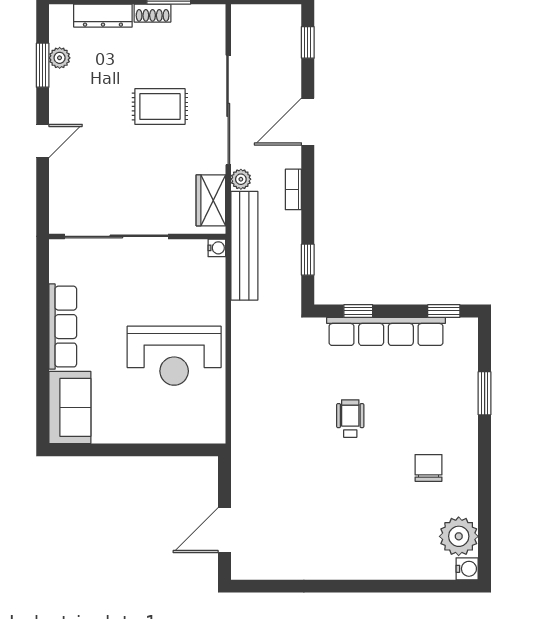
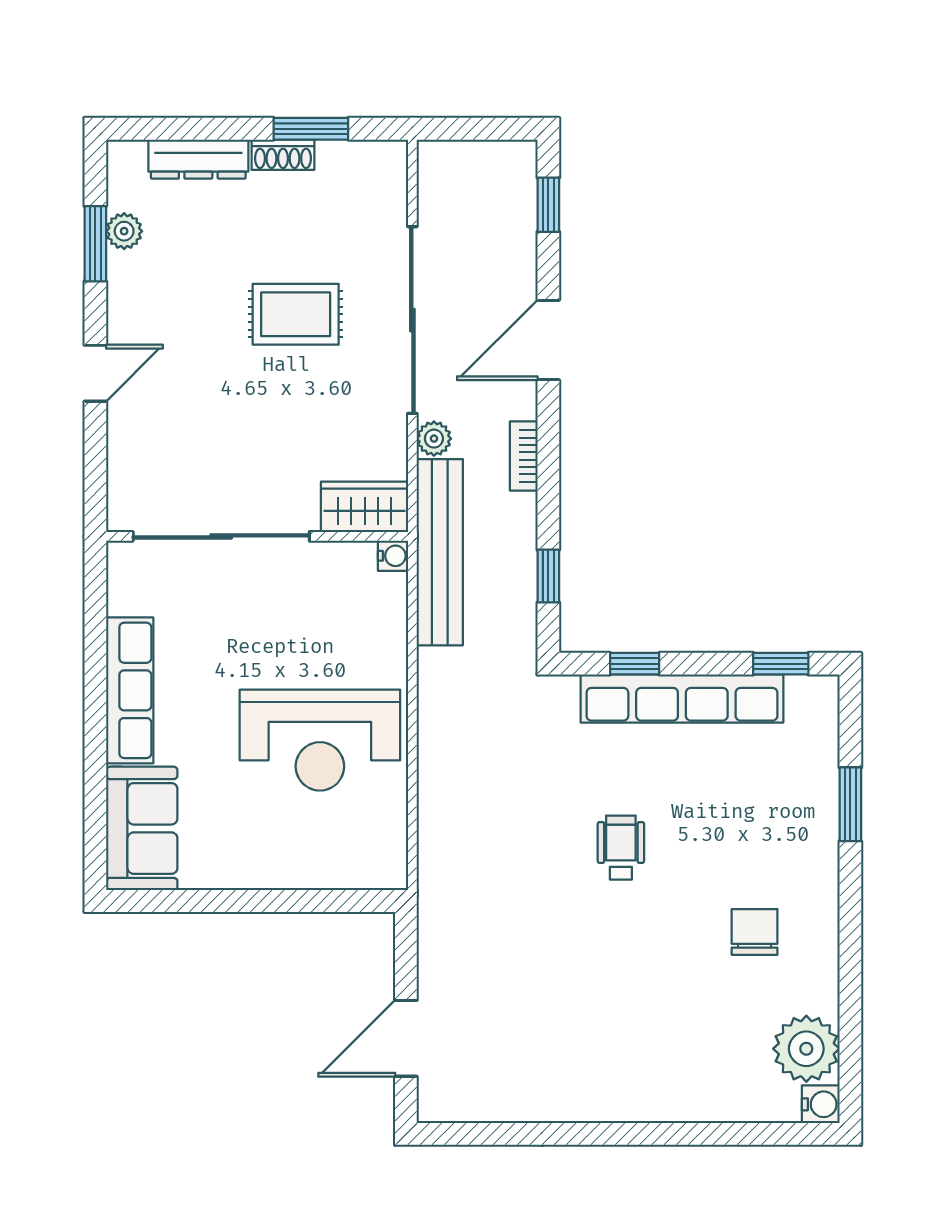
wardrobe: (211, 200) -> (365, 507), moved, turned 90

